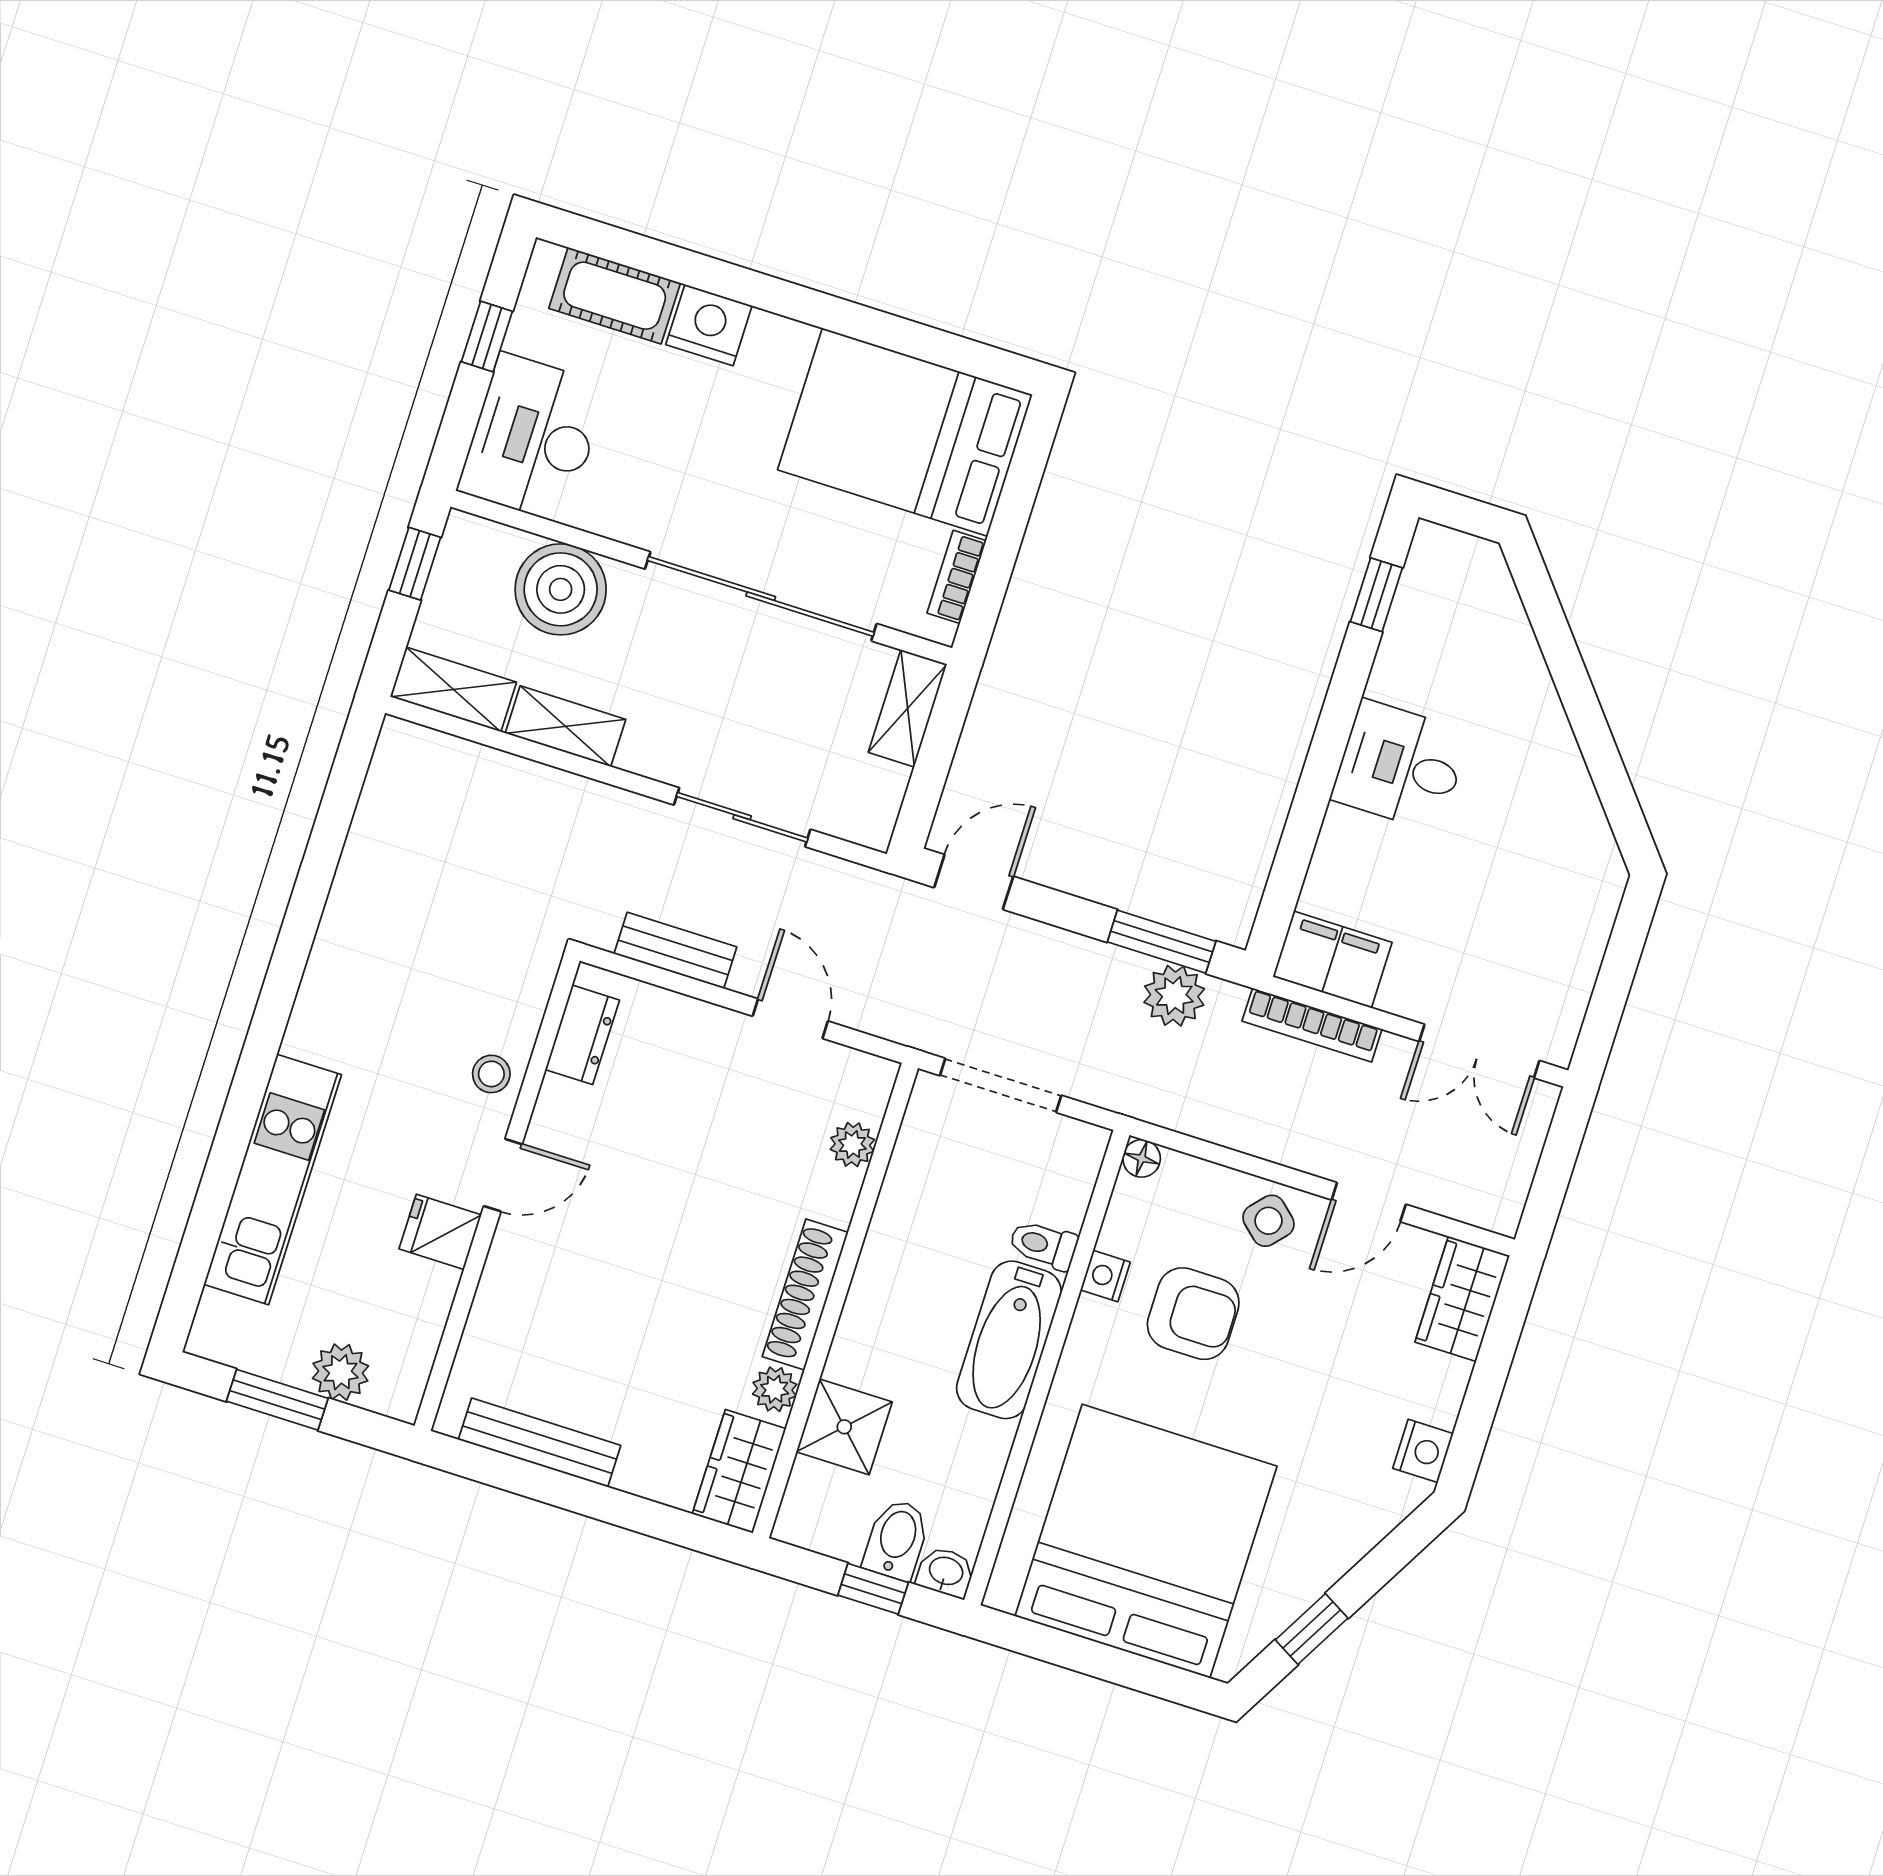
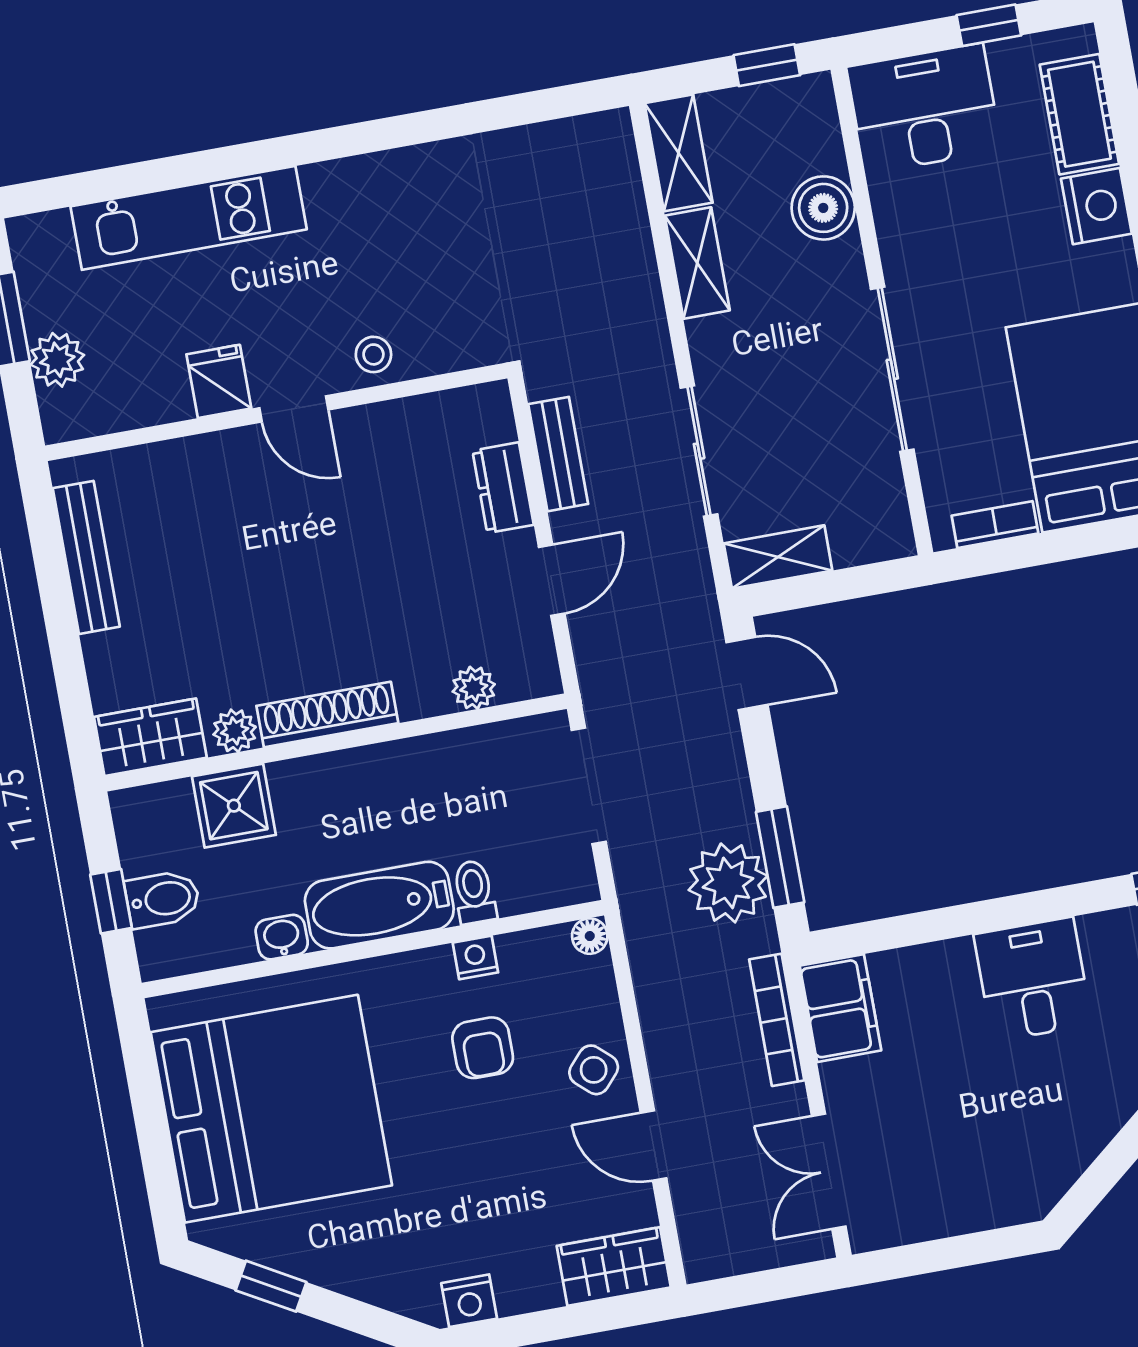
boiler: (561, 589) -> (823, 208), width x0.73, depth x0.73
sliding door: (761, 596) -> (892, 369), width x0.73
shelving: (908, 708) -> (778, 557), moved
plant: (1174, 996) -> (728, 883), width x1.36, depth x1.36
dresser: (582, 1035) -> (503, 488), moved, turned 90
armchair: (1193, 1314) -> (483, 1048), width x0.72, depth x0.72
washbasin: (946, 1572) -> (282, 937), moved, turned -90

